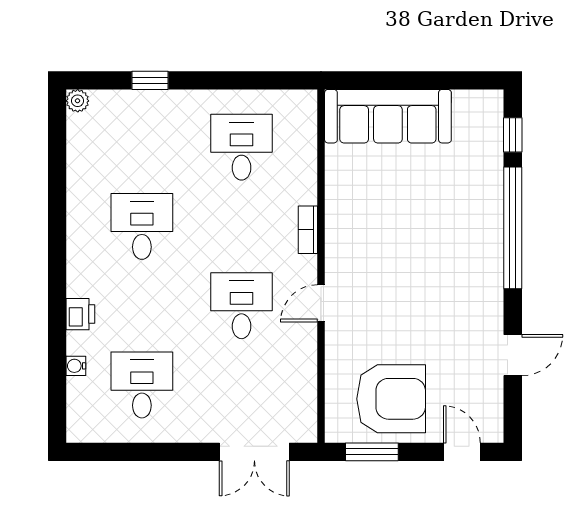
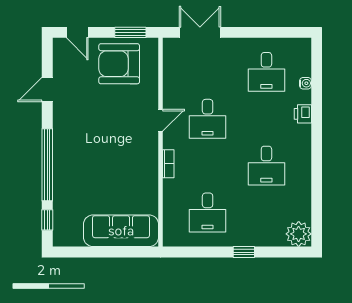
window: (150, 80) -> (244, 252), moved
plant: (78, 101) -> (299, 234), width x1.88, depth x1.88

